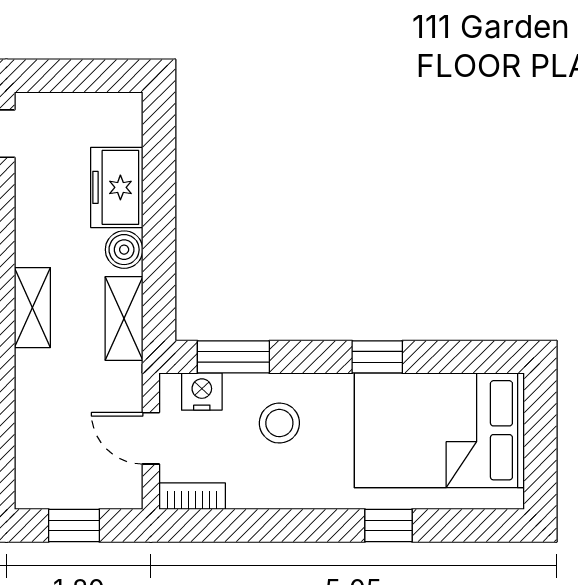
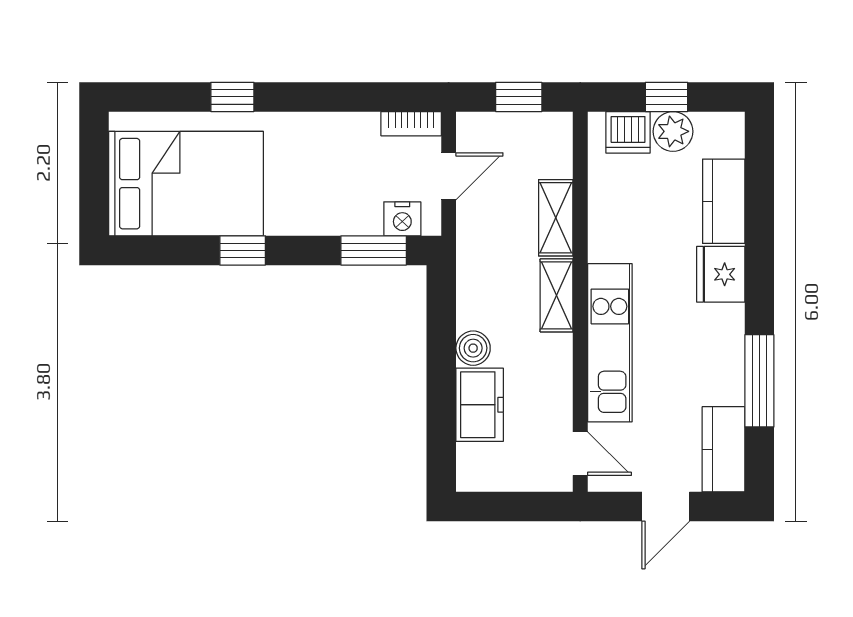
shelving: (124, 318) -> (556, 218), moved
stool: (279, 423) -> (332, 190), removed
door: (151, 438) -> (449, 176), hinge flipped

